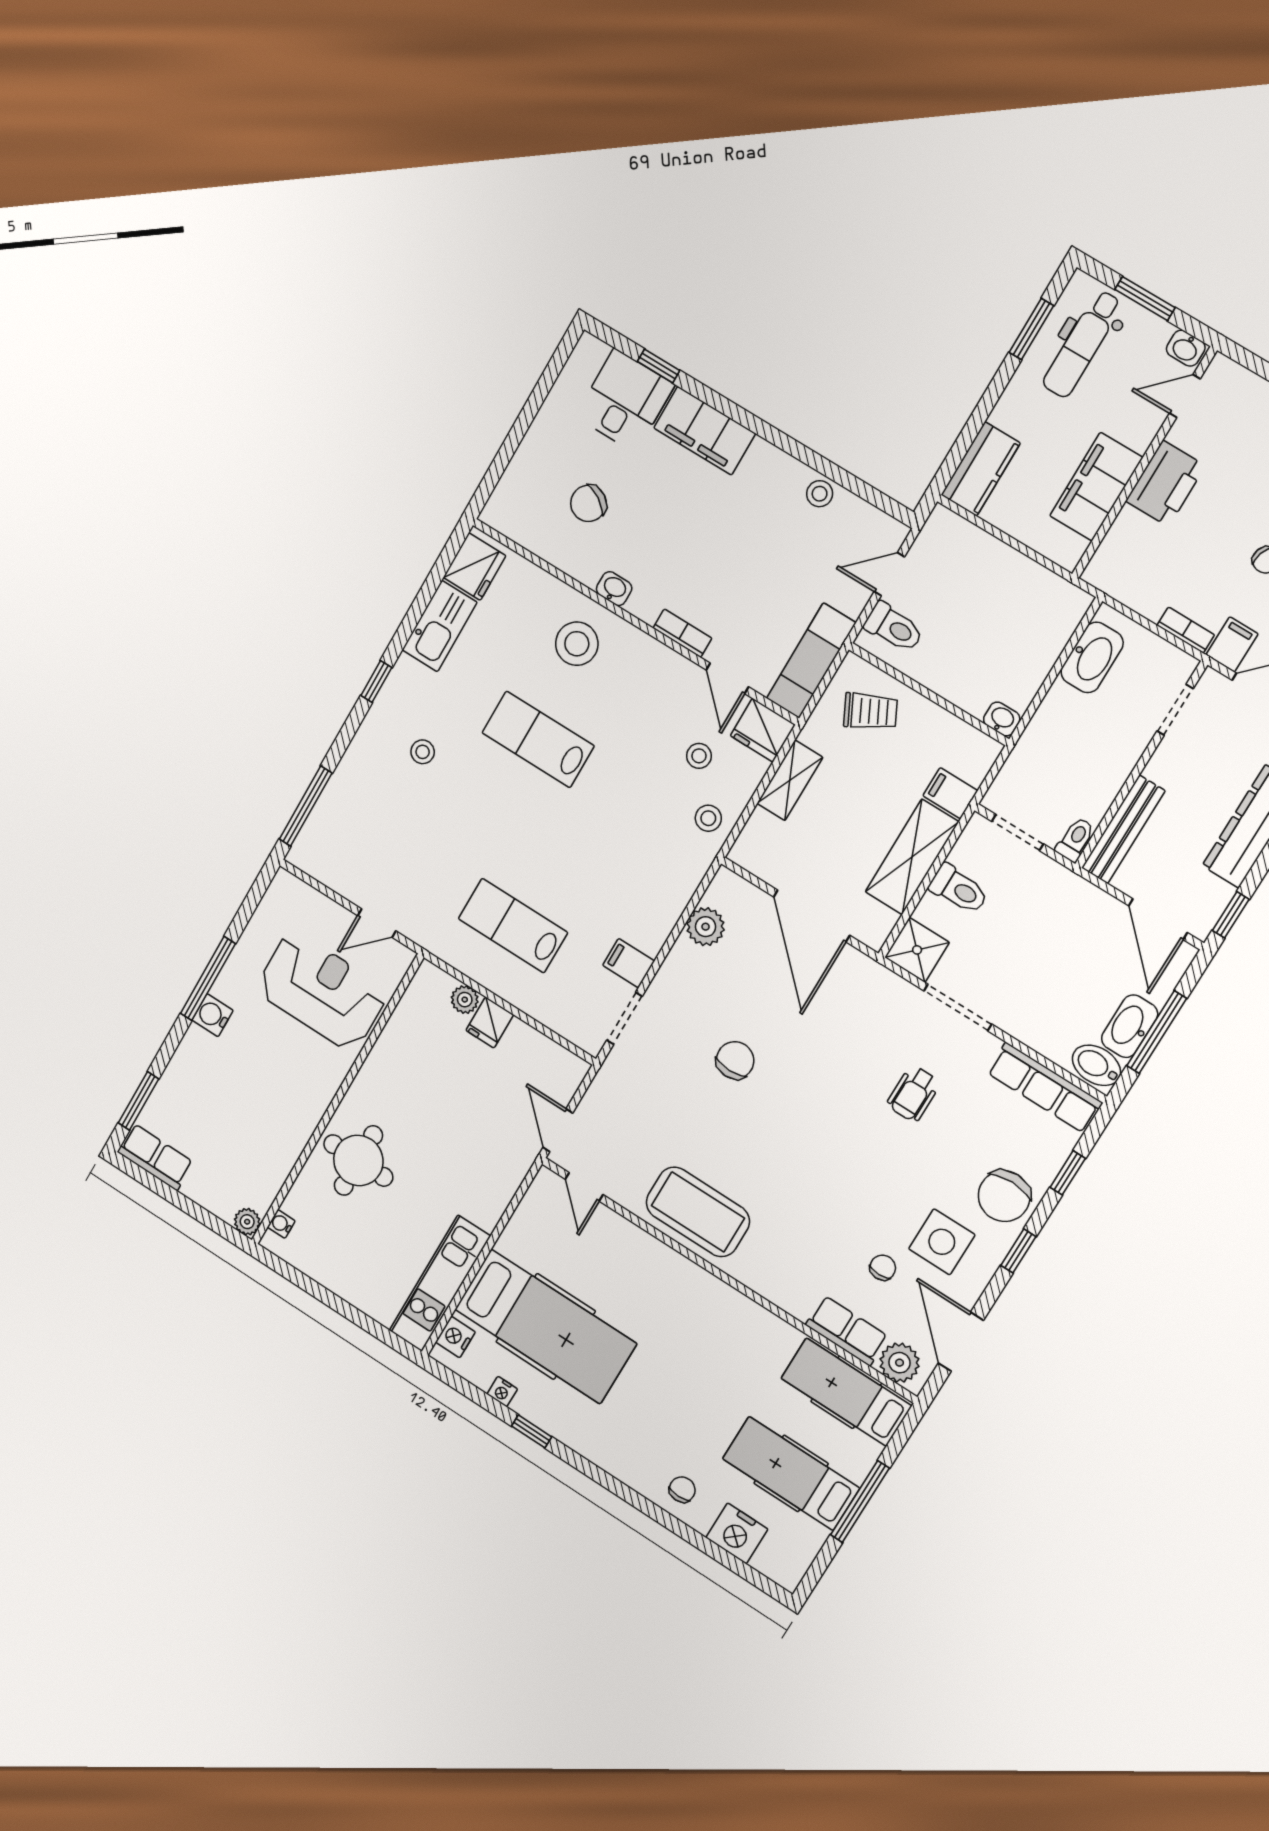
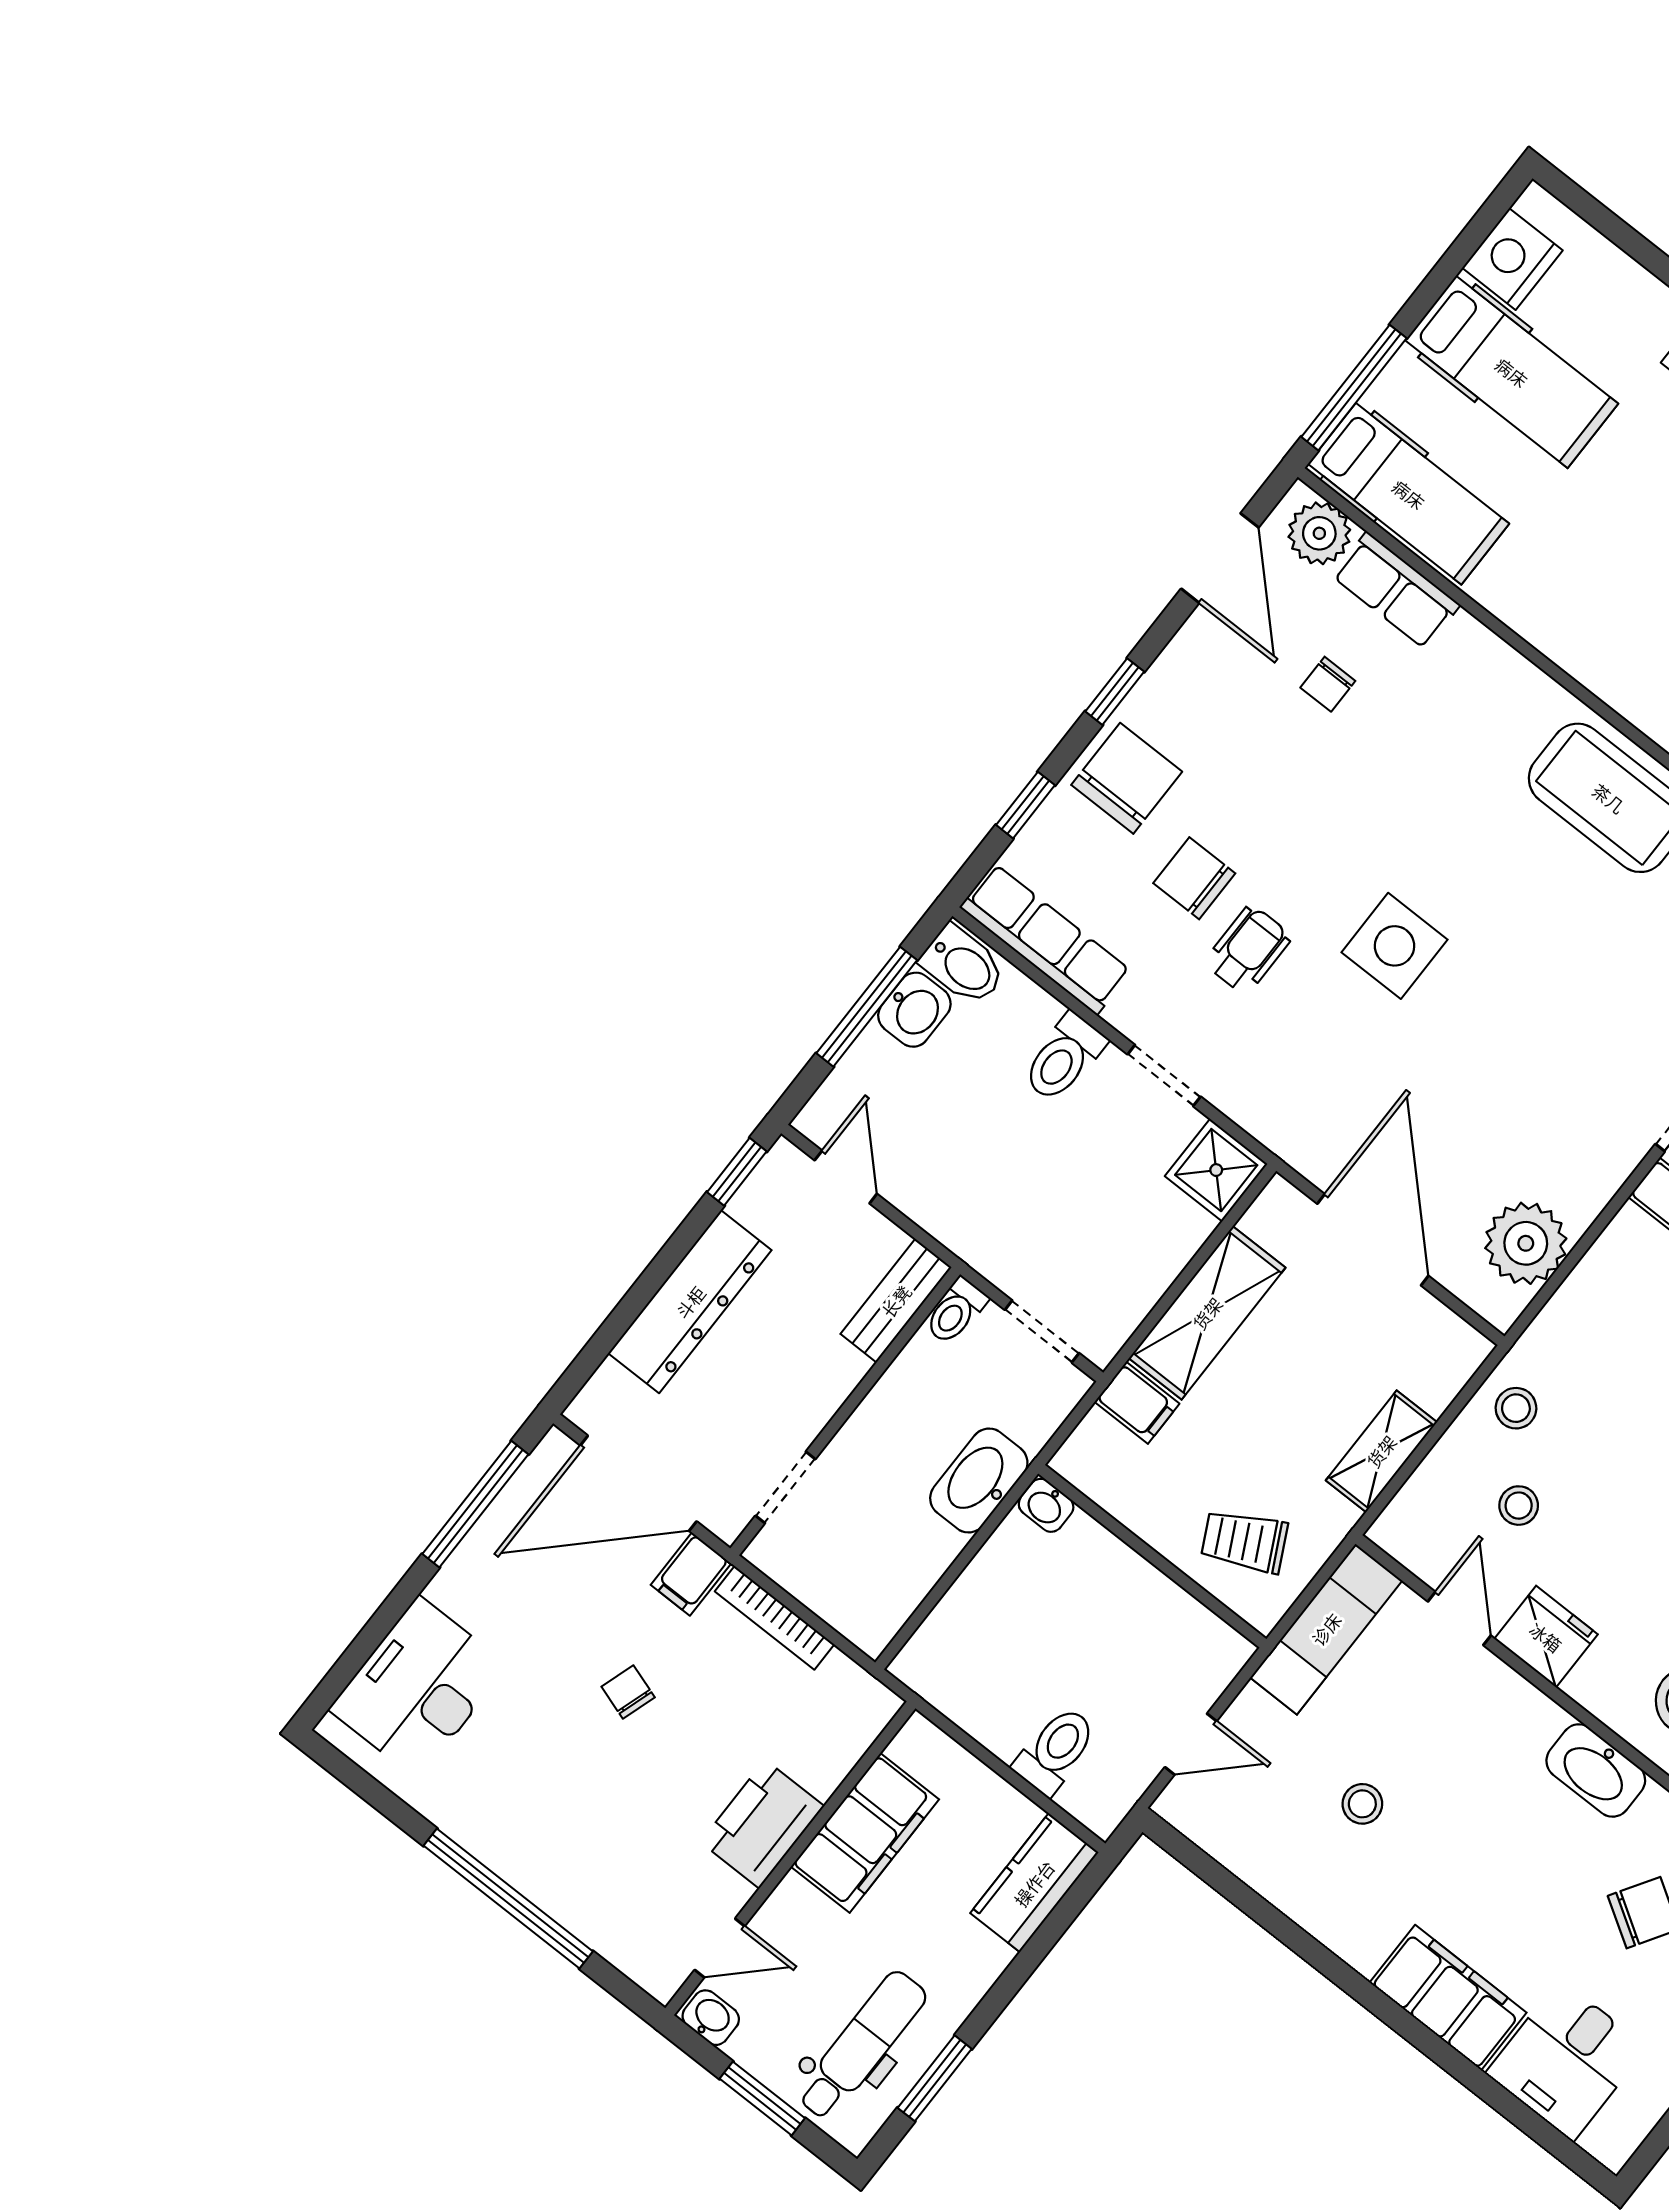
window: (659, 366) -> (1507, 2105), removed
stool: (820, 494) -> (1362, 1804), moved
washbasin: (614, 589) -> (1596, 1770), width x1.91, depth x1.45
toilet: (894, 628) -> (1055, 1750), moved, turned 90
bookcase: (1186, 630) -> (774, 1618), width x1.56
bookcase: (682, 633) -> (1521, 1696), removed
washbasin: (1092, 657) -> (979, 1480), moved
fridge: (763, 730) -> (1546, 1637), moved
bench: (1123, 829) -> (896, 1301), width x0.73
toilet: (959, 889) -> (1064, 1058), moved, turned -90
door: (1158, 919) -> (846, 1177), width x0.73
plant: (706, 927) -> (1526, 1243), width x1.36, depth x1.36
doorway: (958, 1007) -> (1164, 1075), width x0.73
washbasin: (1130, 1026) -> (914, 1010), width x0.72
chair: (735, 1060) -> (1194, 878), moved, turned 90
side table: (942, 1242) -> (1395, 946), moved
window: (860, 1502) -> (1354, 388), moved
nightstand: (737, 1533) -> (1512, 259), moved, turned -90

